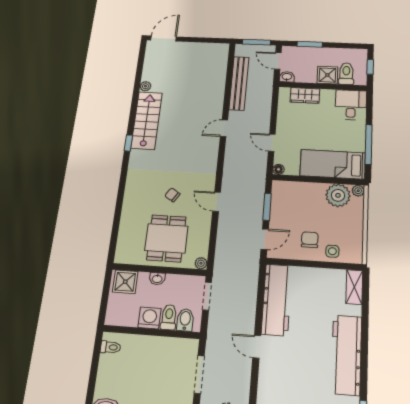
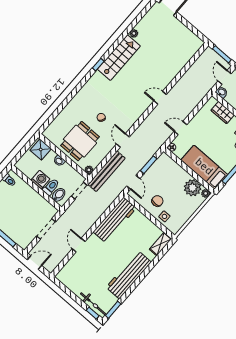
bench: (239, 83) -> (106, 171), moved
door: (272, 143) -> (180, 128), hinge flipped
door: (265, 239) -> (133, 182), hinge flipped
door: (257, 347) -> (79, 245), moved

